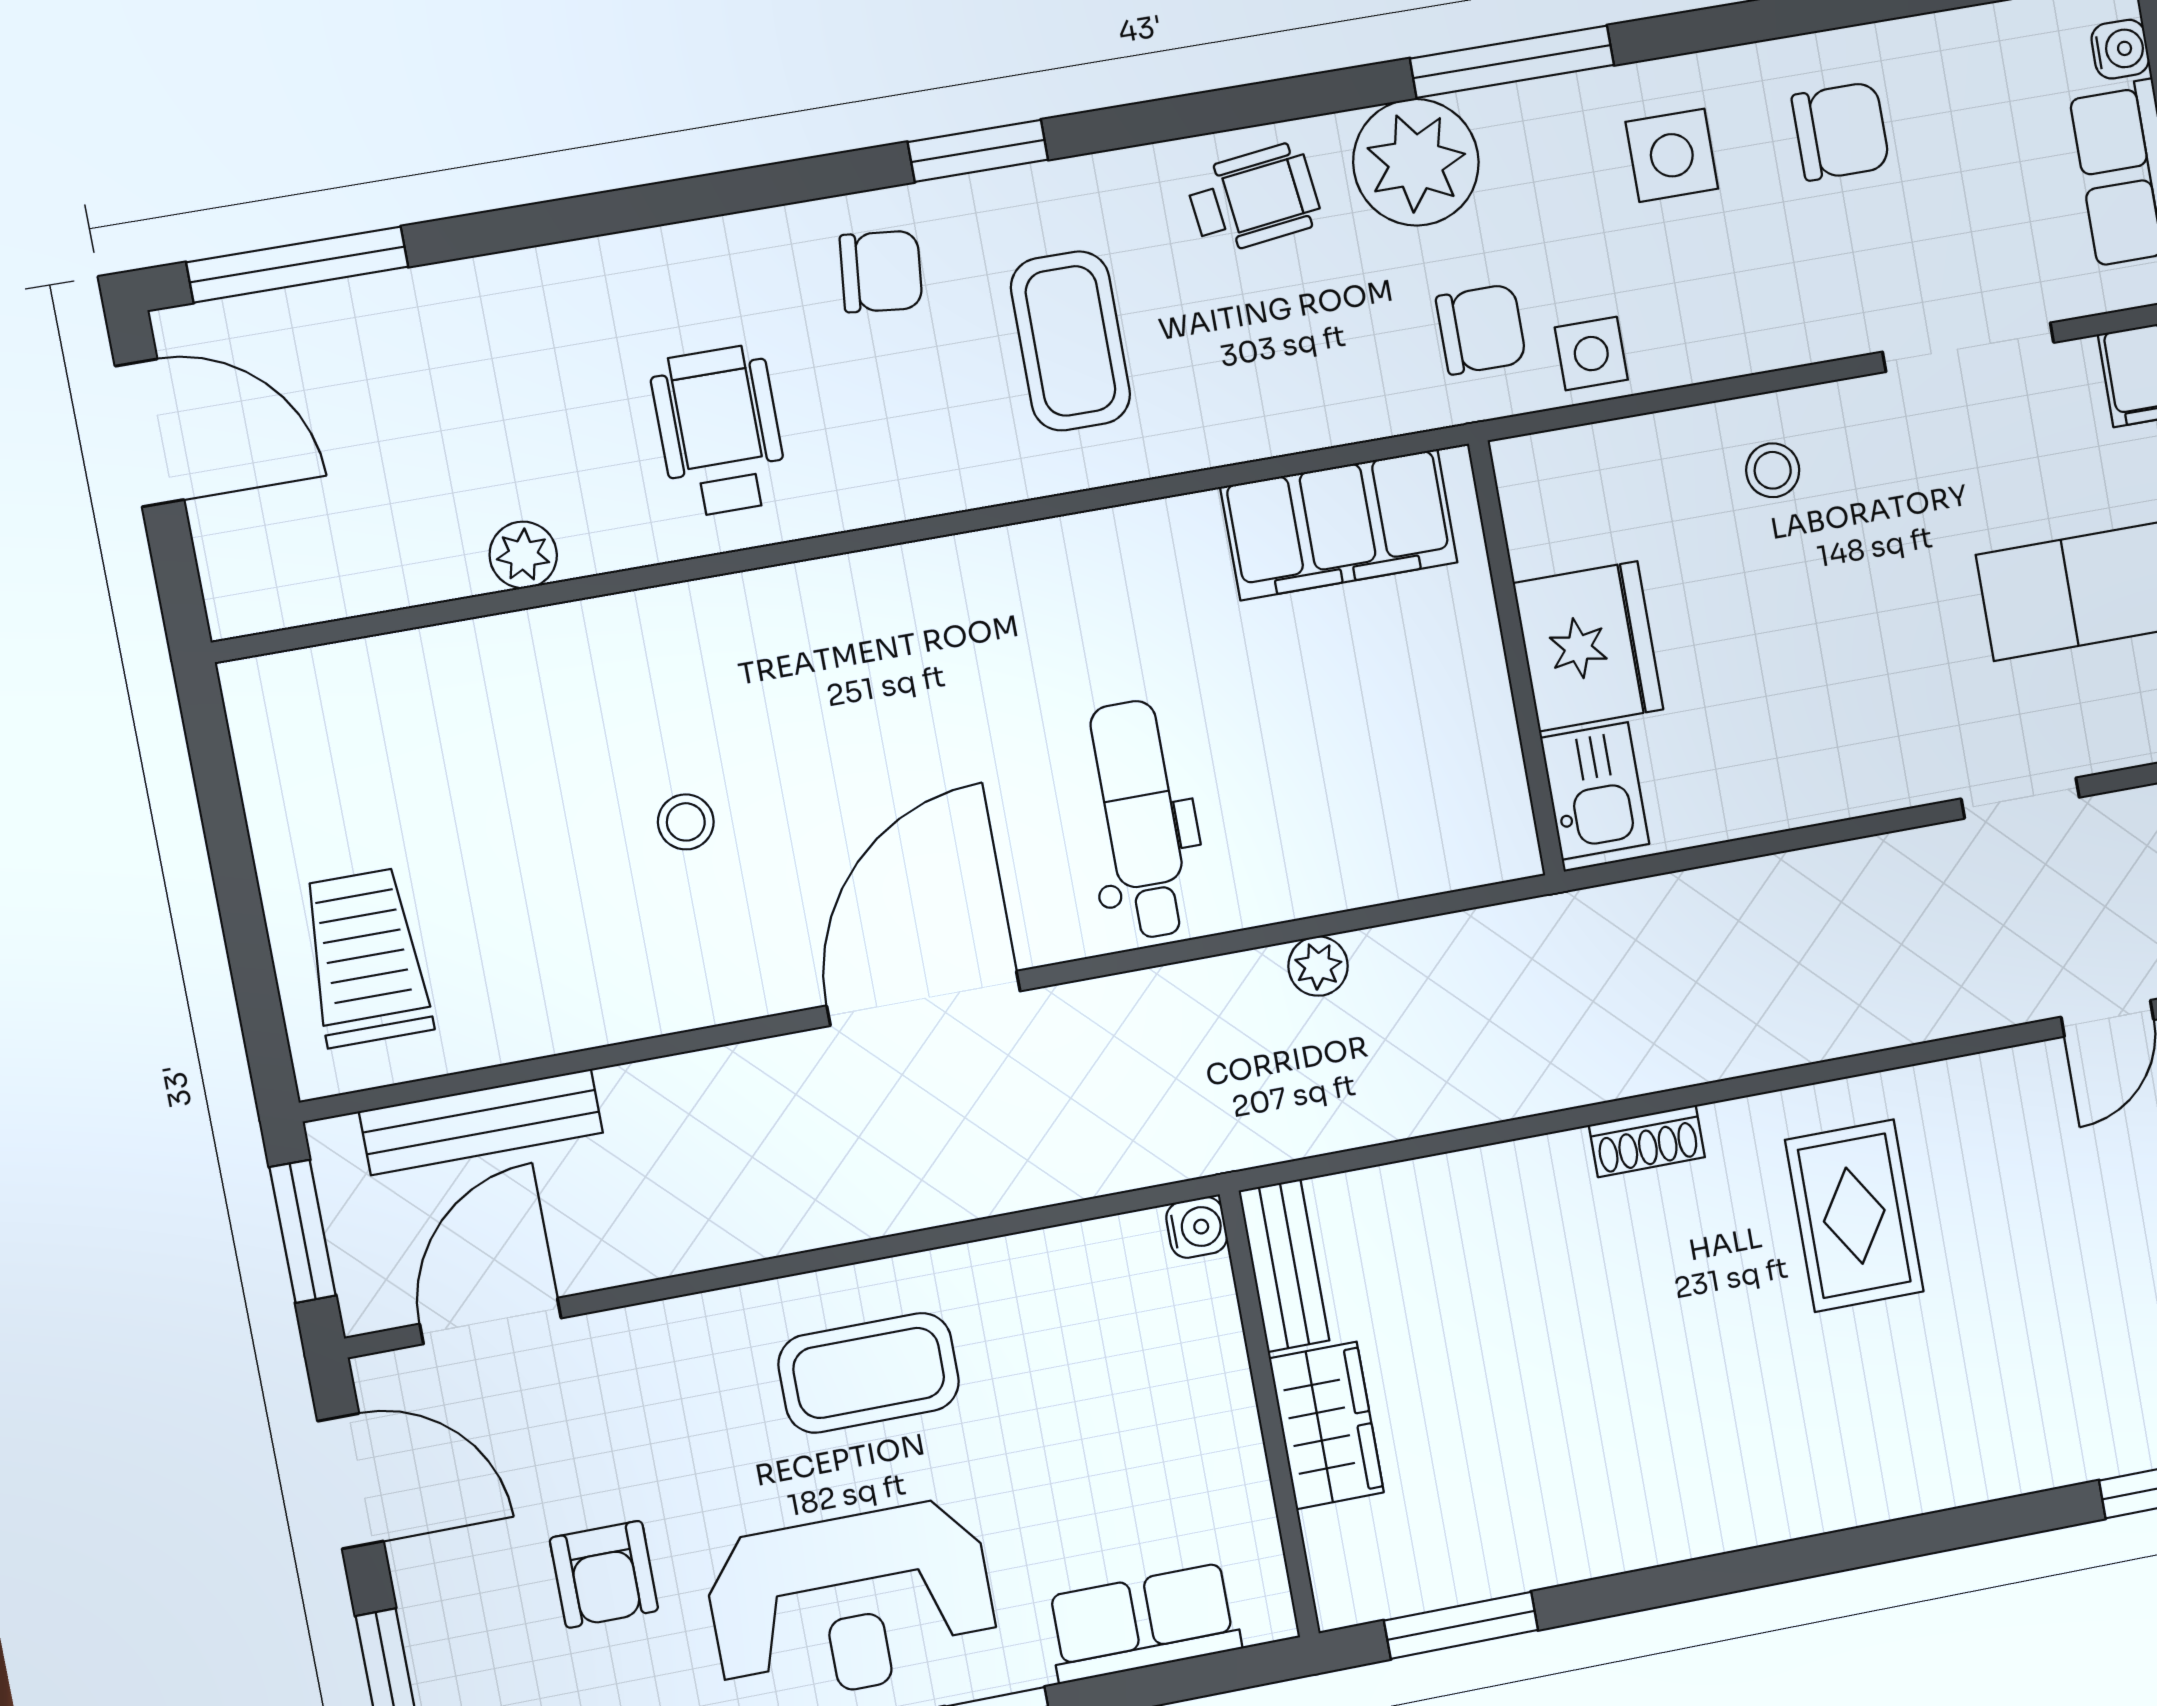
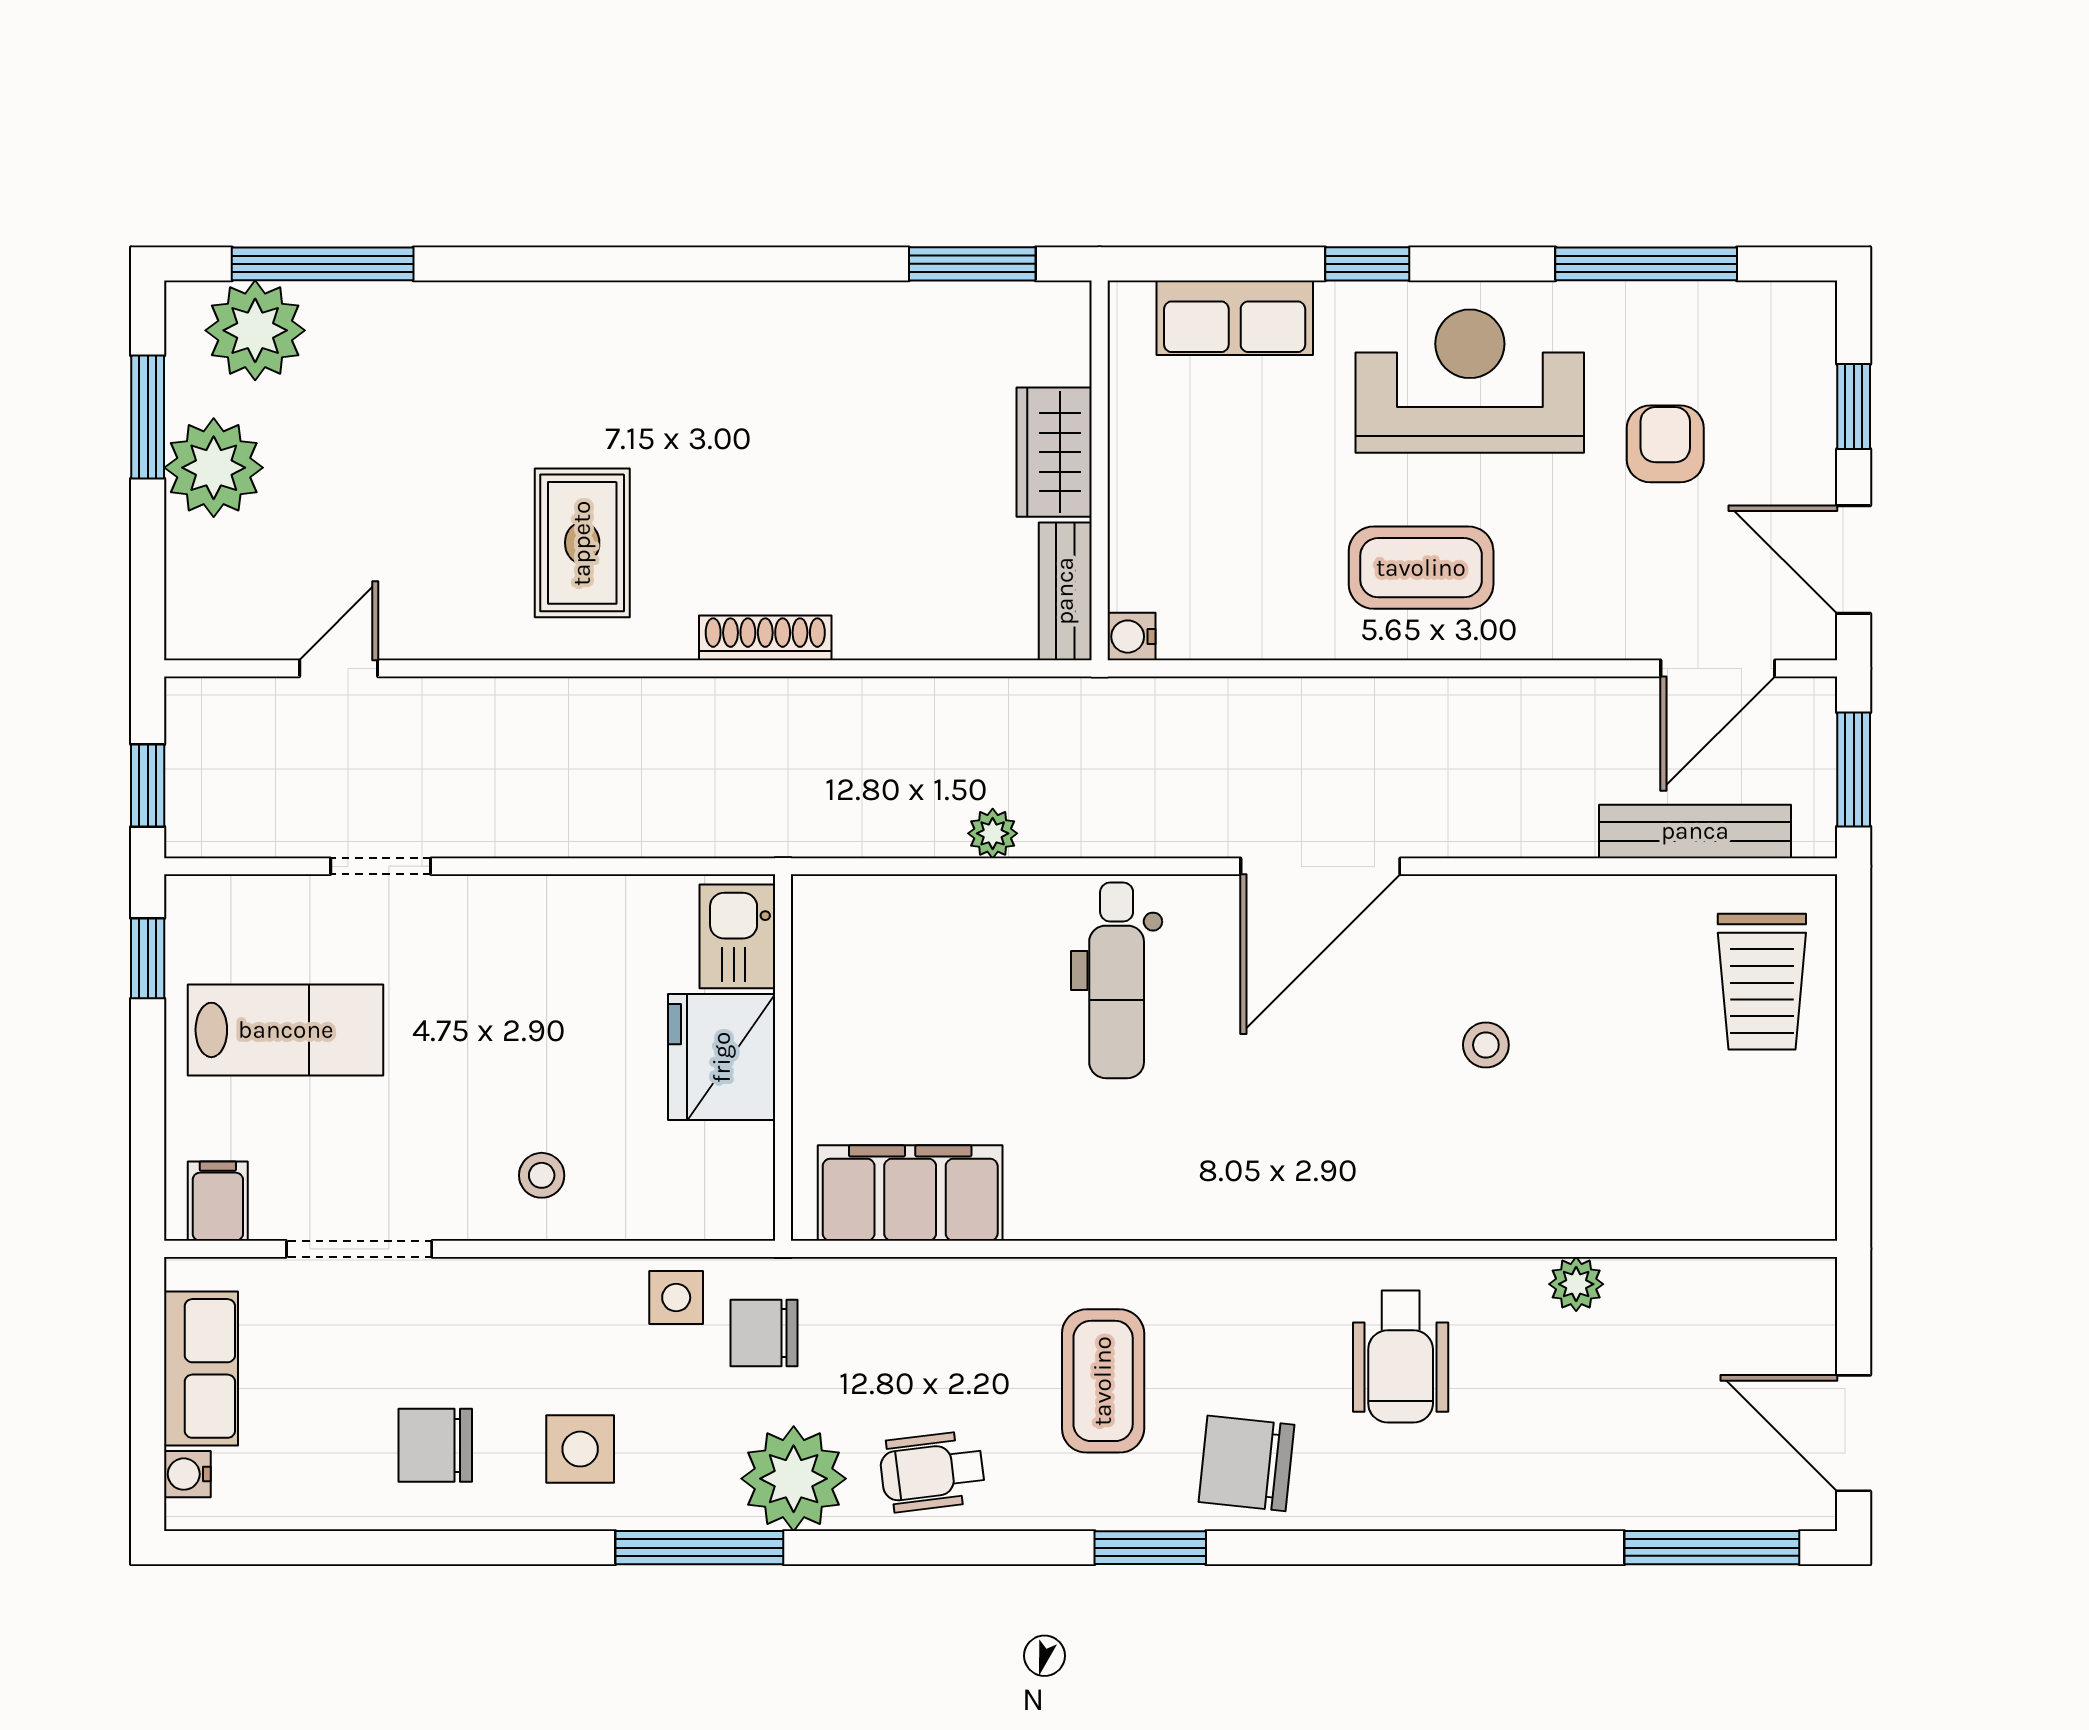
chair: (881, 271) -> (1247, 1463), width x1.37, depth x1.37
shoe rack: (1647, 1141) -> (765, 638), width x1.43

